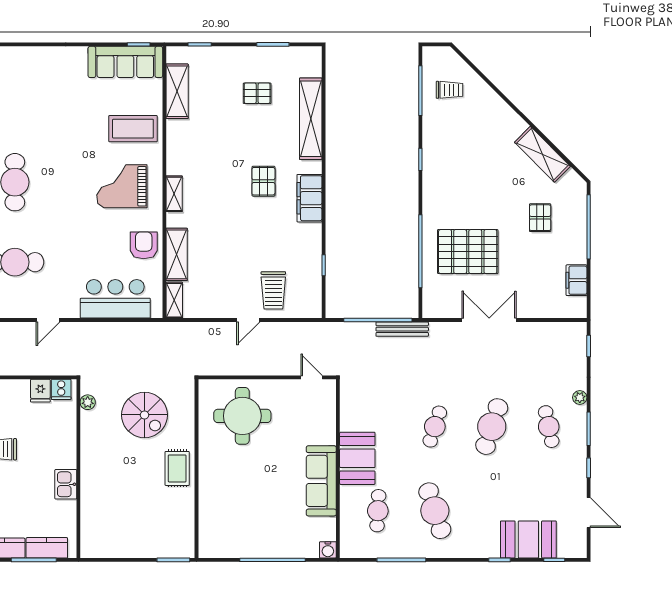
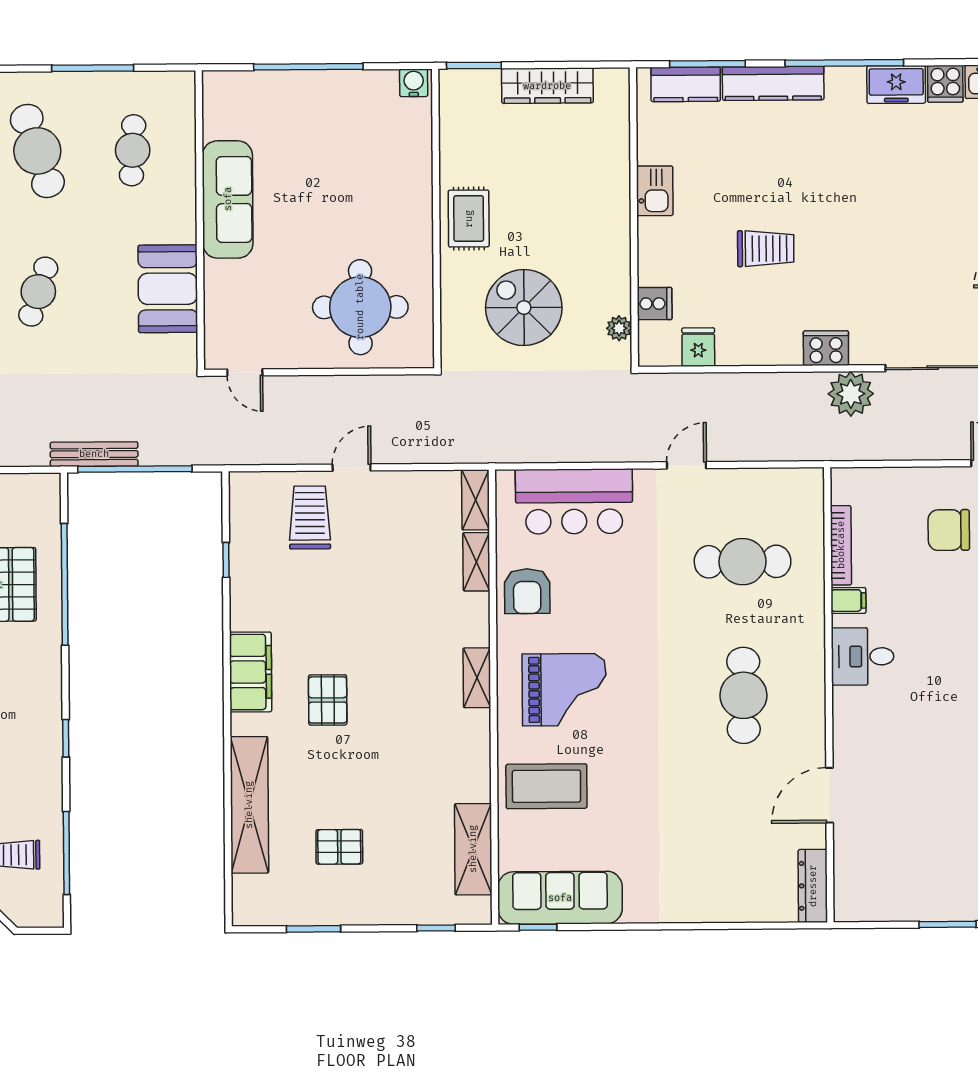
shelving: (177, 254) -> (476, 562), width x0.67, depth x0.75
cooker: (61, 389) -> (655, 304), moved, turned 90
booth: (357, 458) -> (168, 289), moved
wardrobe: (129, 548) -> (547, 86), added
water cooler: (328, 550) -> (414, 83), moved

